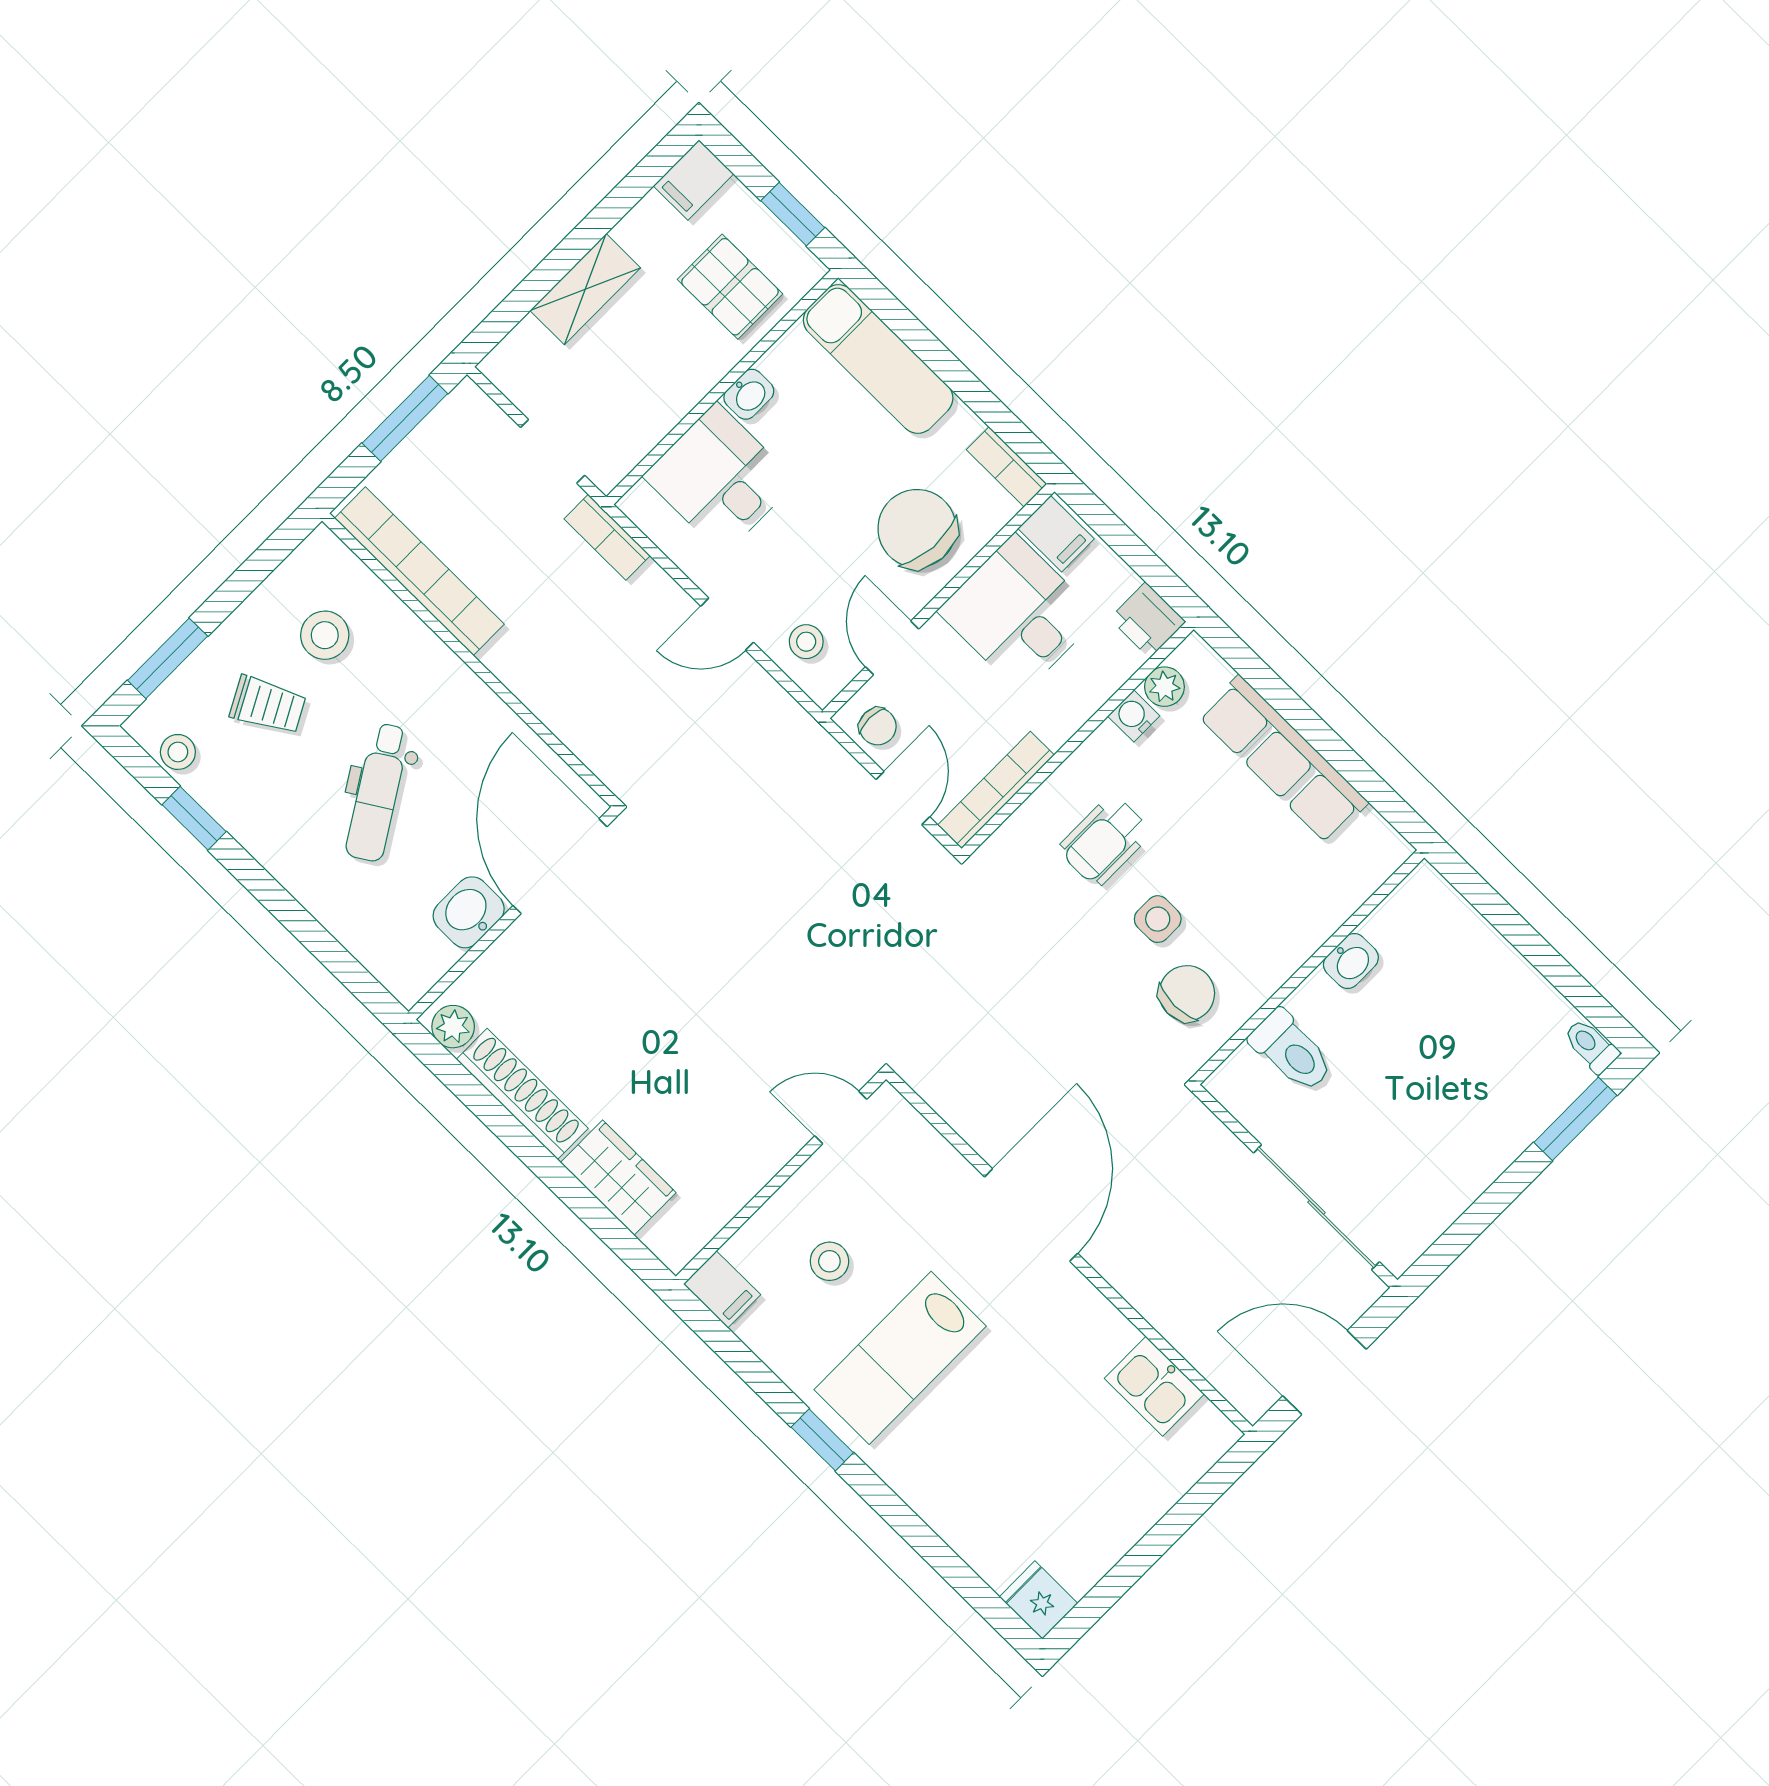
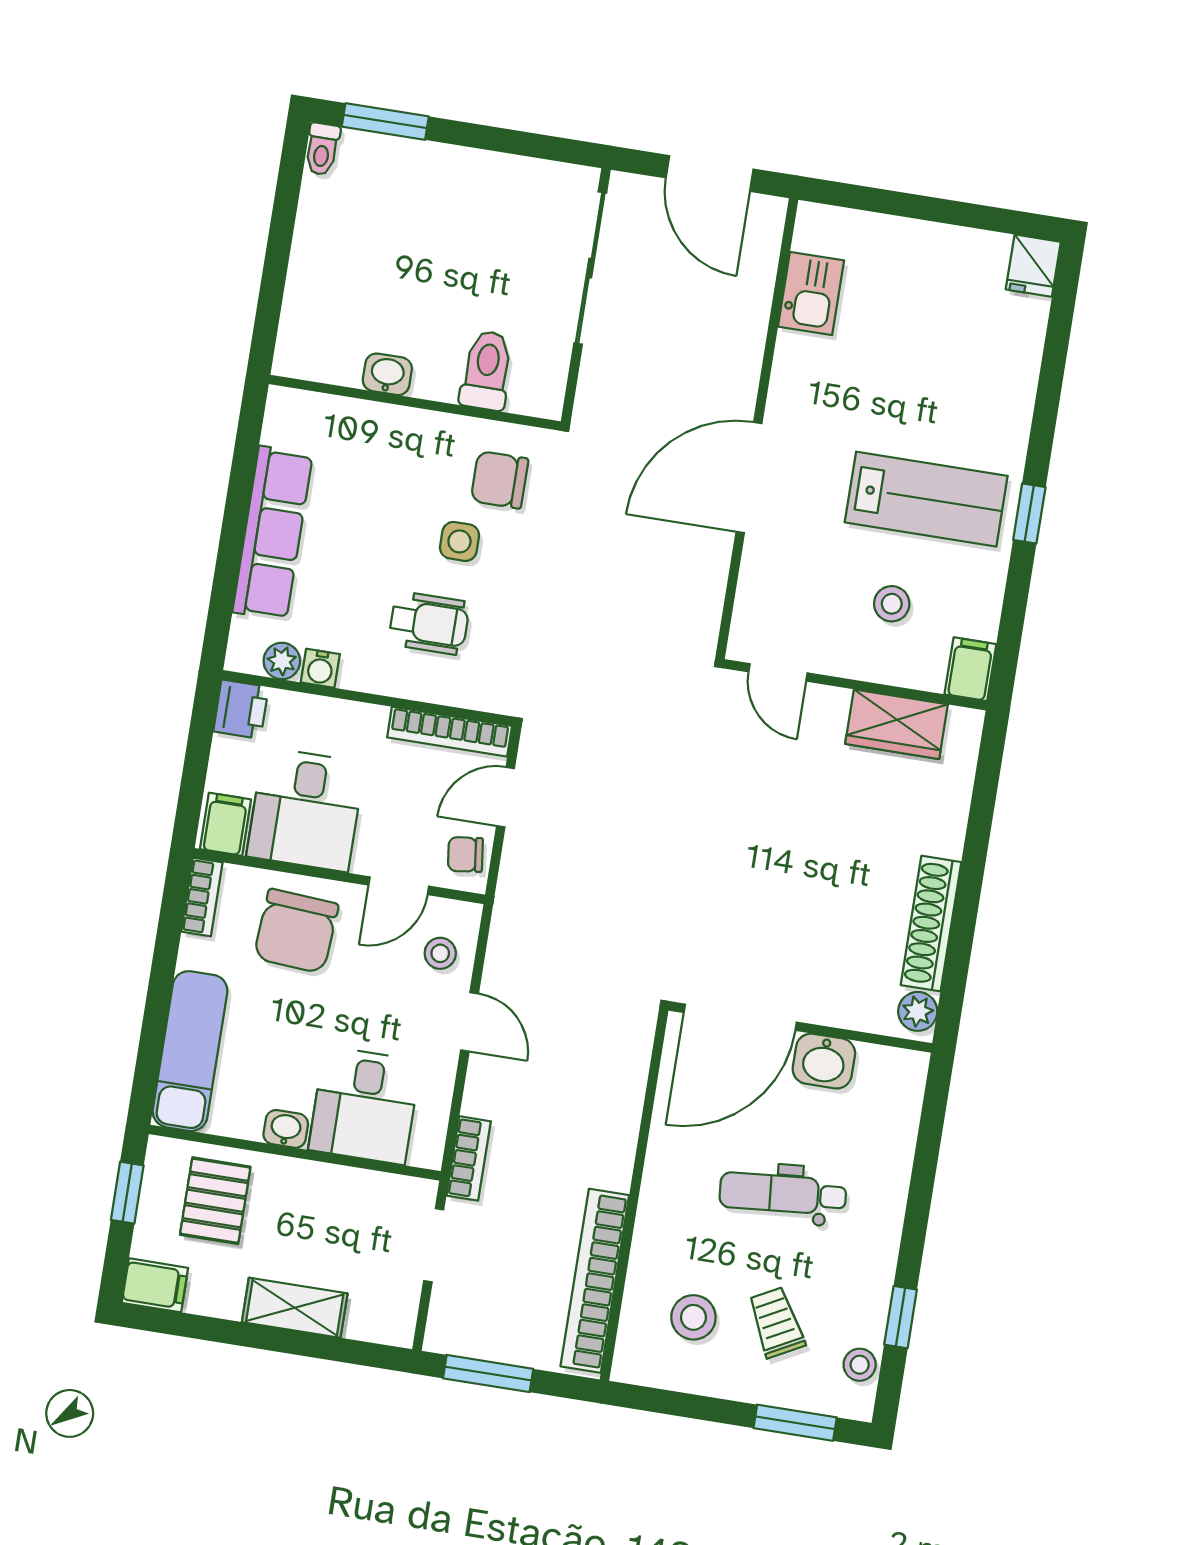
chair: (878, 726) -> (465, 854), turned -97
dental chair: (378, 792) -> (783, 1194), turned -153
wardrobe: (618, 1178) -> (897, 724), moved, turned -90

